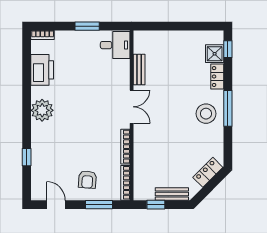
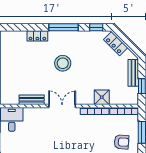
window: (228, 49) -> (96, 27), moved
shower: (215, 54) -> (102, 97), moved
stool: (206, 114) -> (63, 63), moved

